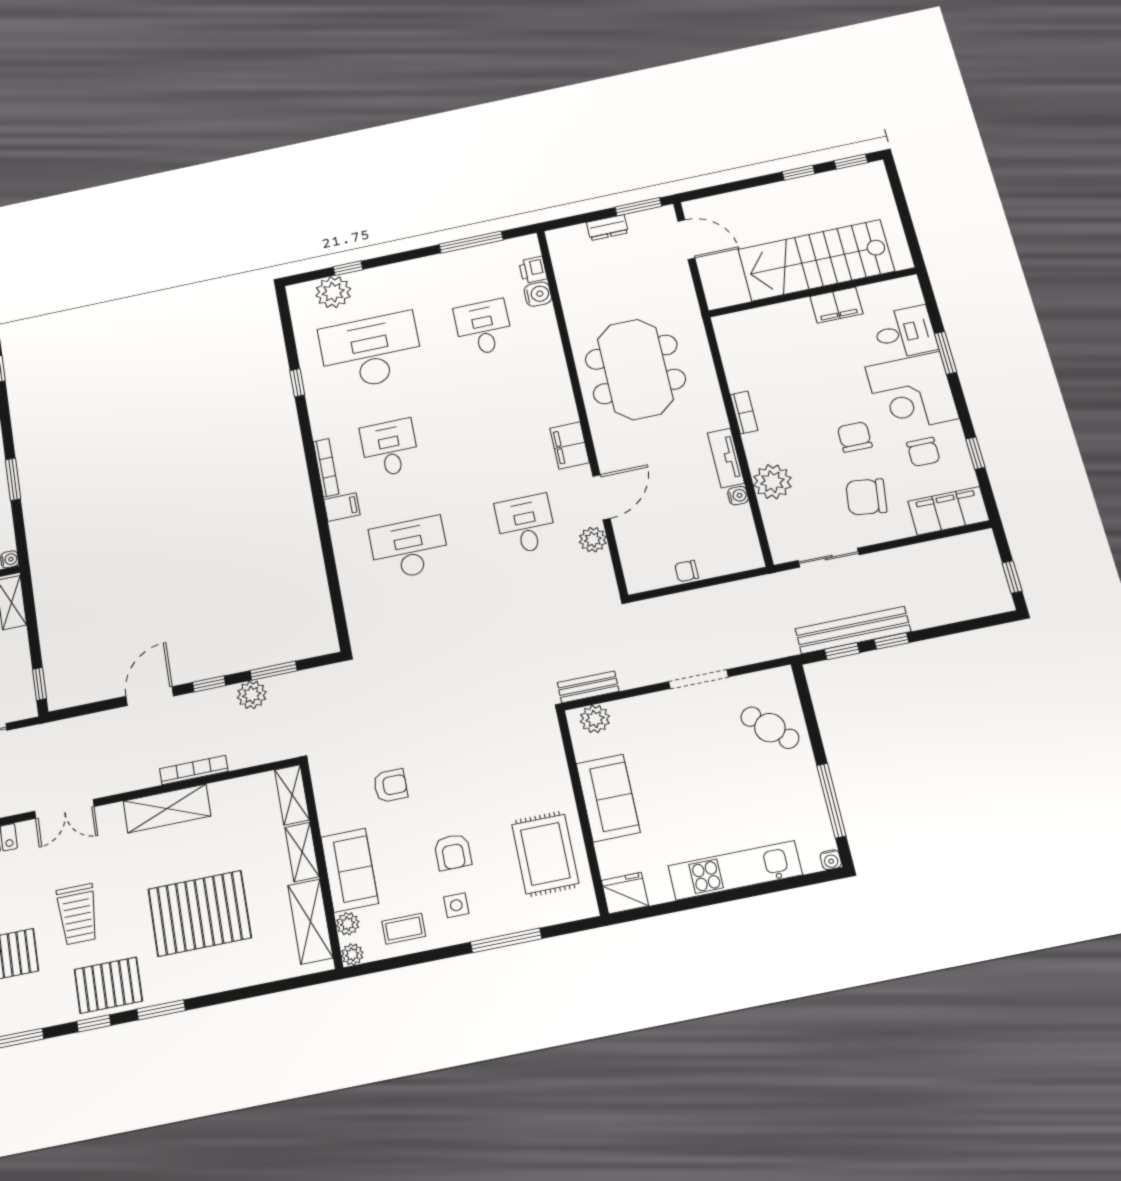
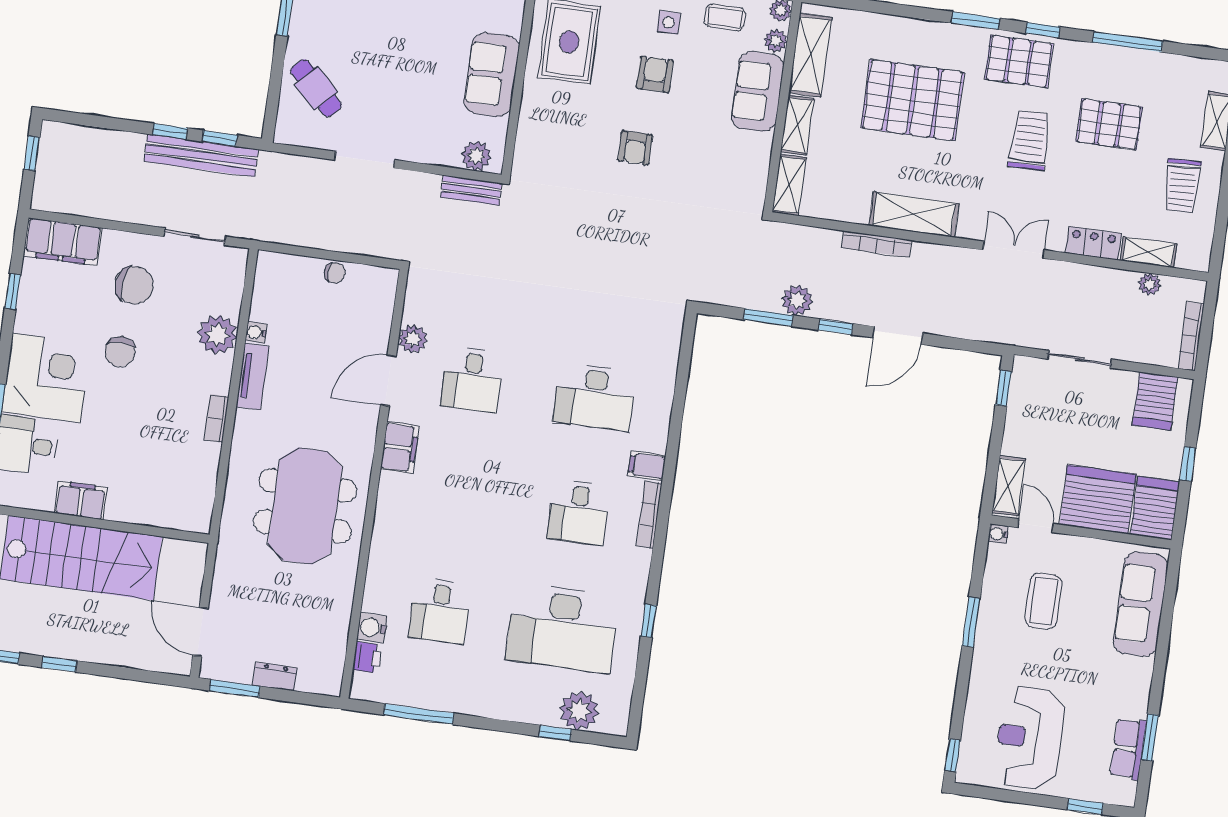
chair: (923, 452) -> (61, 311), removed
armchair: (390, 786) -> (635, 148), moved, turned -90

